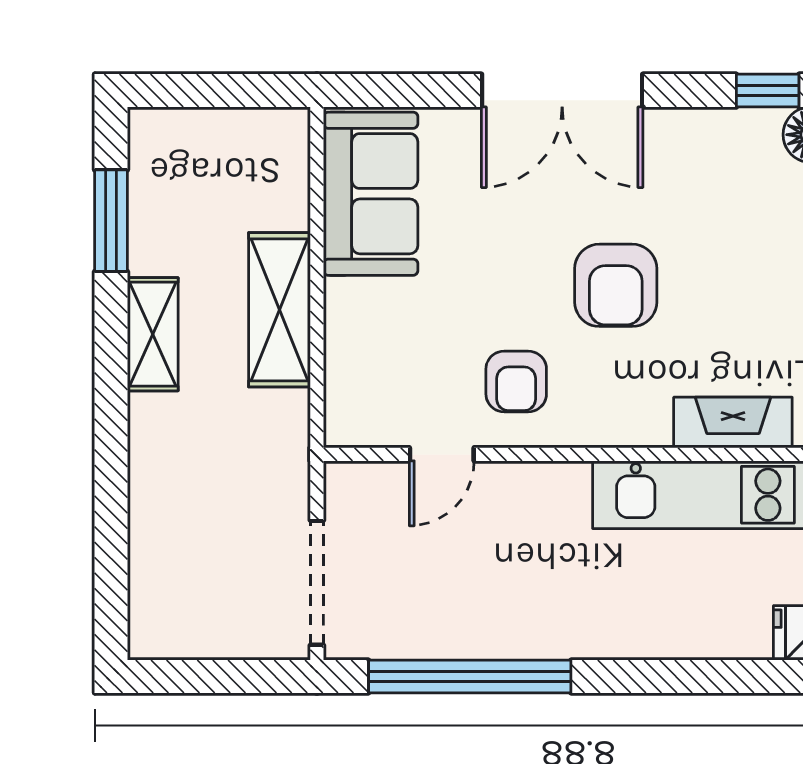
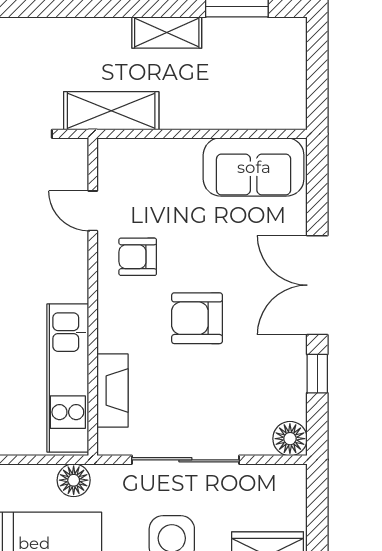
window: (768, 91) -> (317, 374), moved
shelving: (279, 310) -> (111, 111), moved

